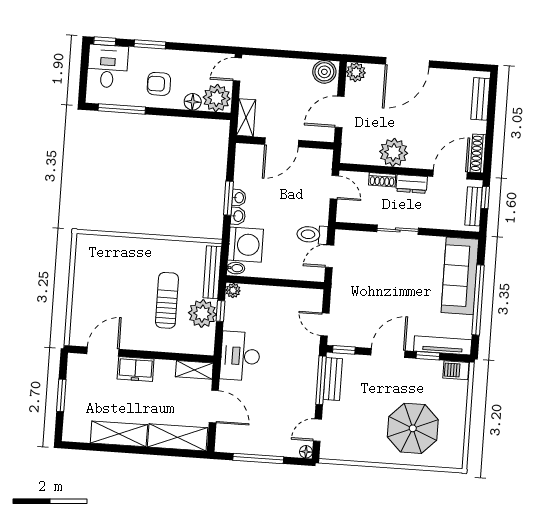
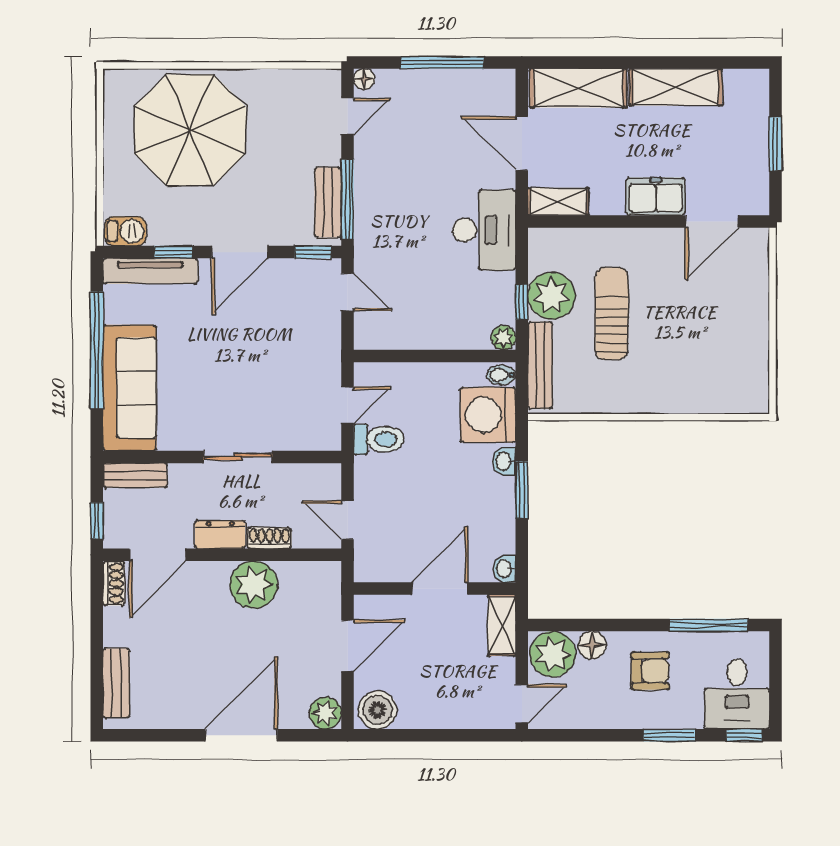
shoe rack: (478, 153) -> (114, 583), width x0.70
washbasin: (239, 198) -> (505, 569), moved
bench: (474, 206) -> (135, 475), moved, turned 90
sun lounger: (167, 300) -> (612, 314), turned 180
parasol: (413, 428) -> (190, 130), width x1.36, depth x1.36

